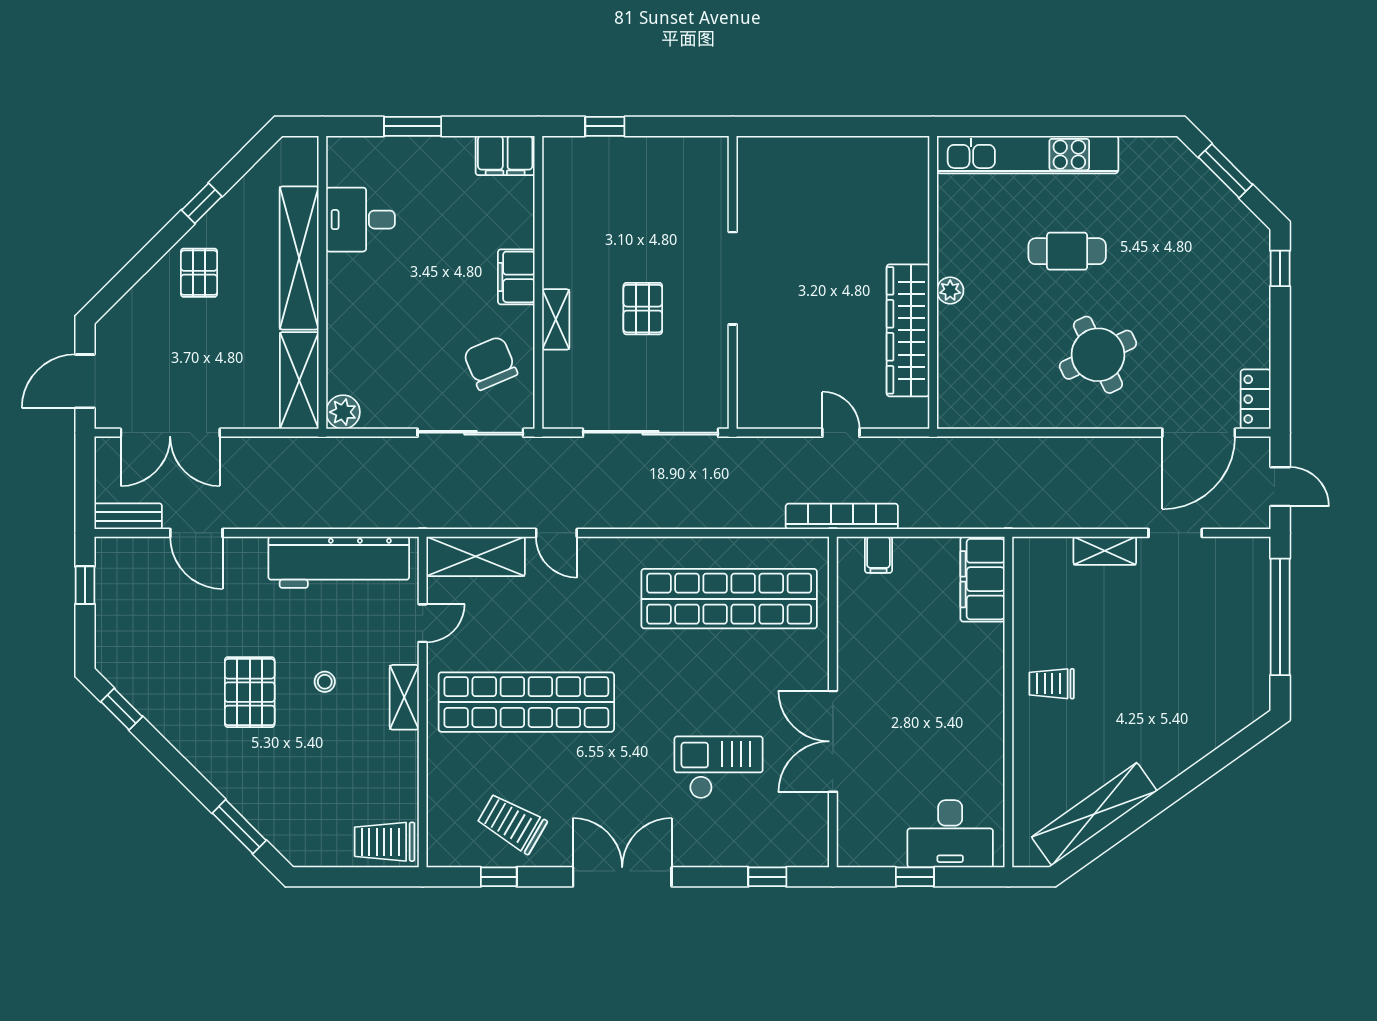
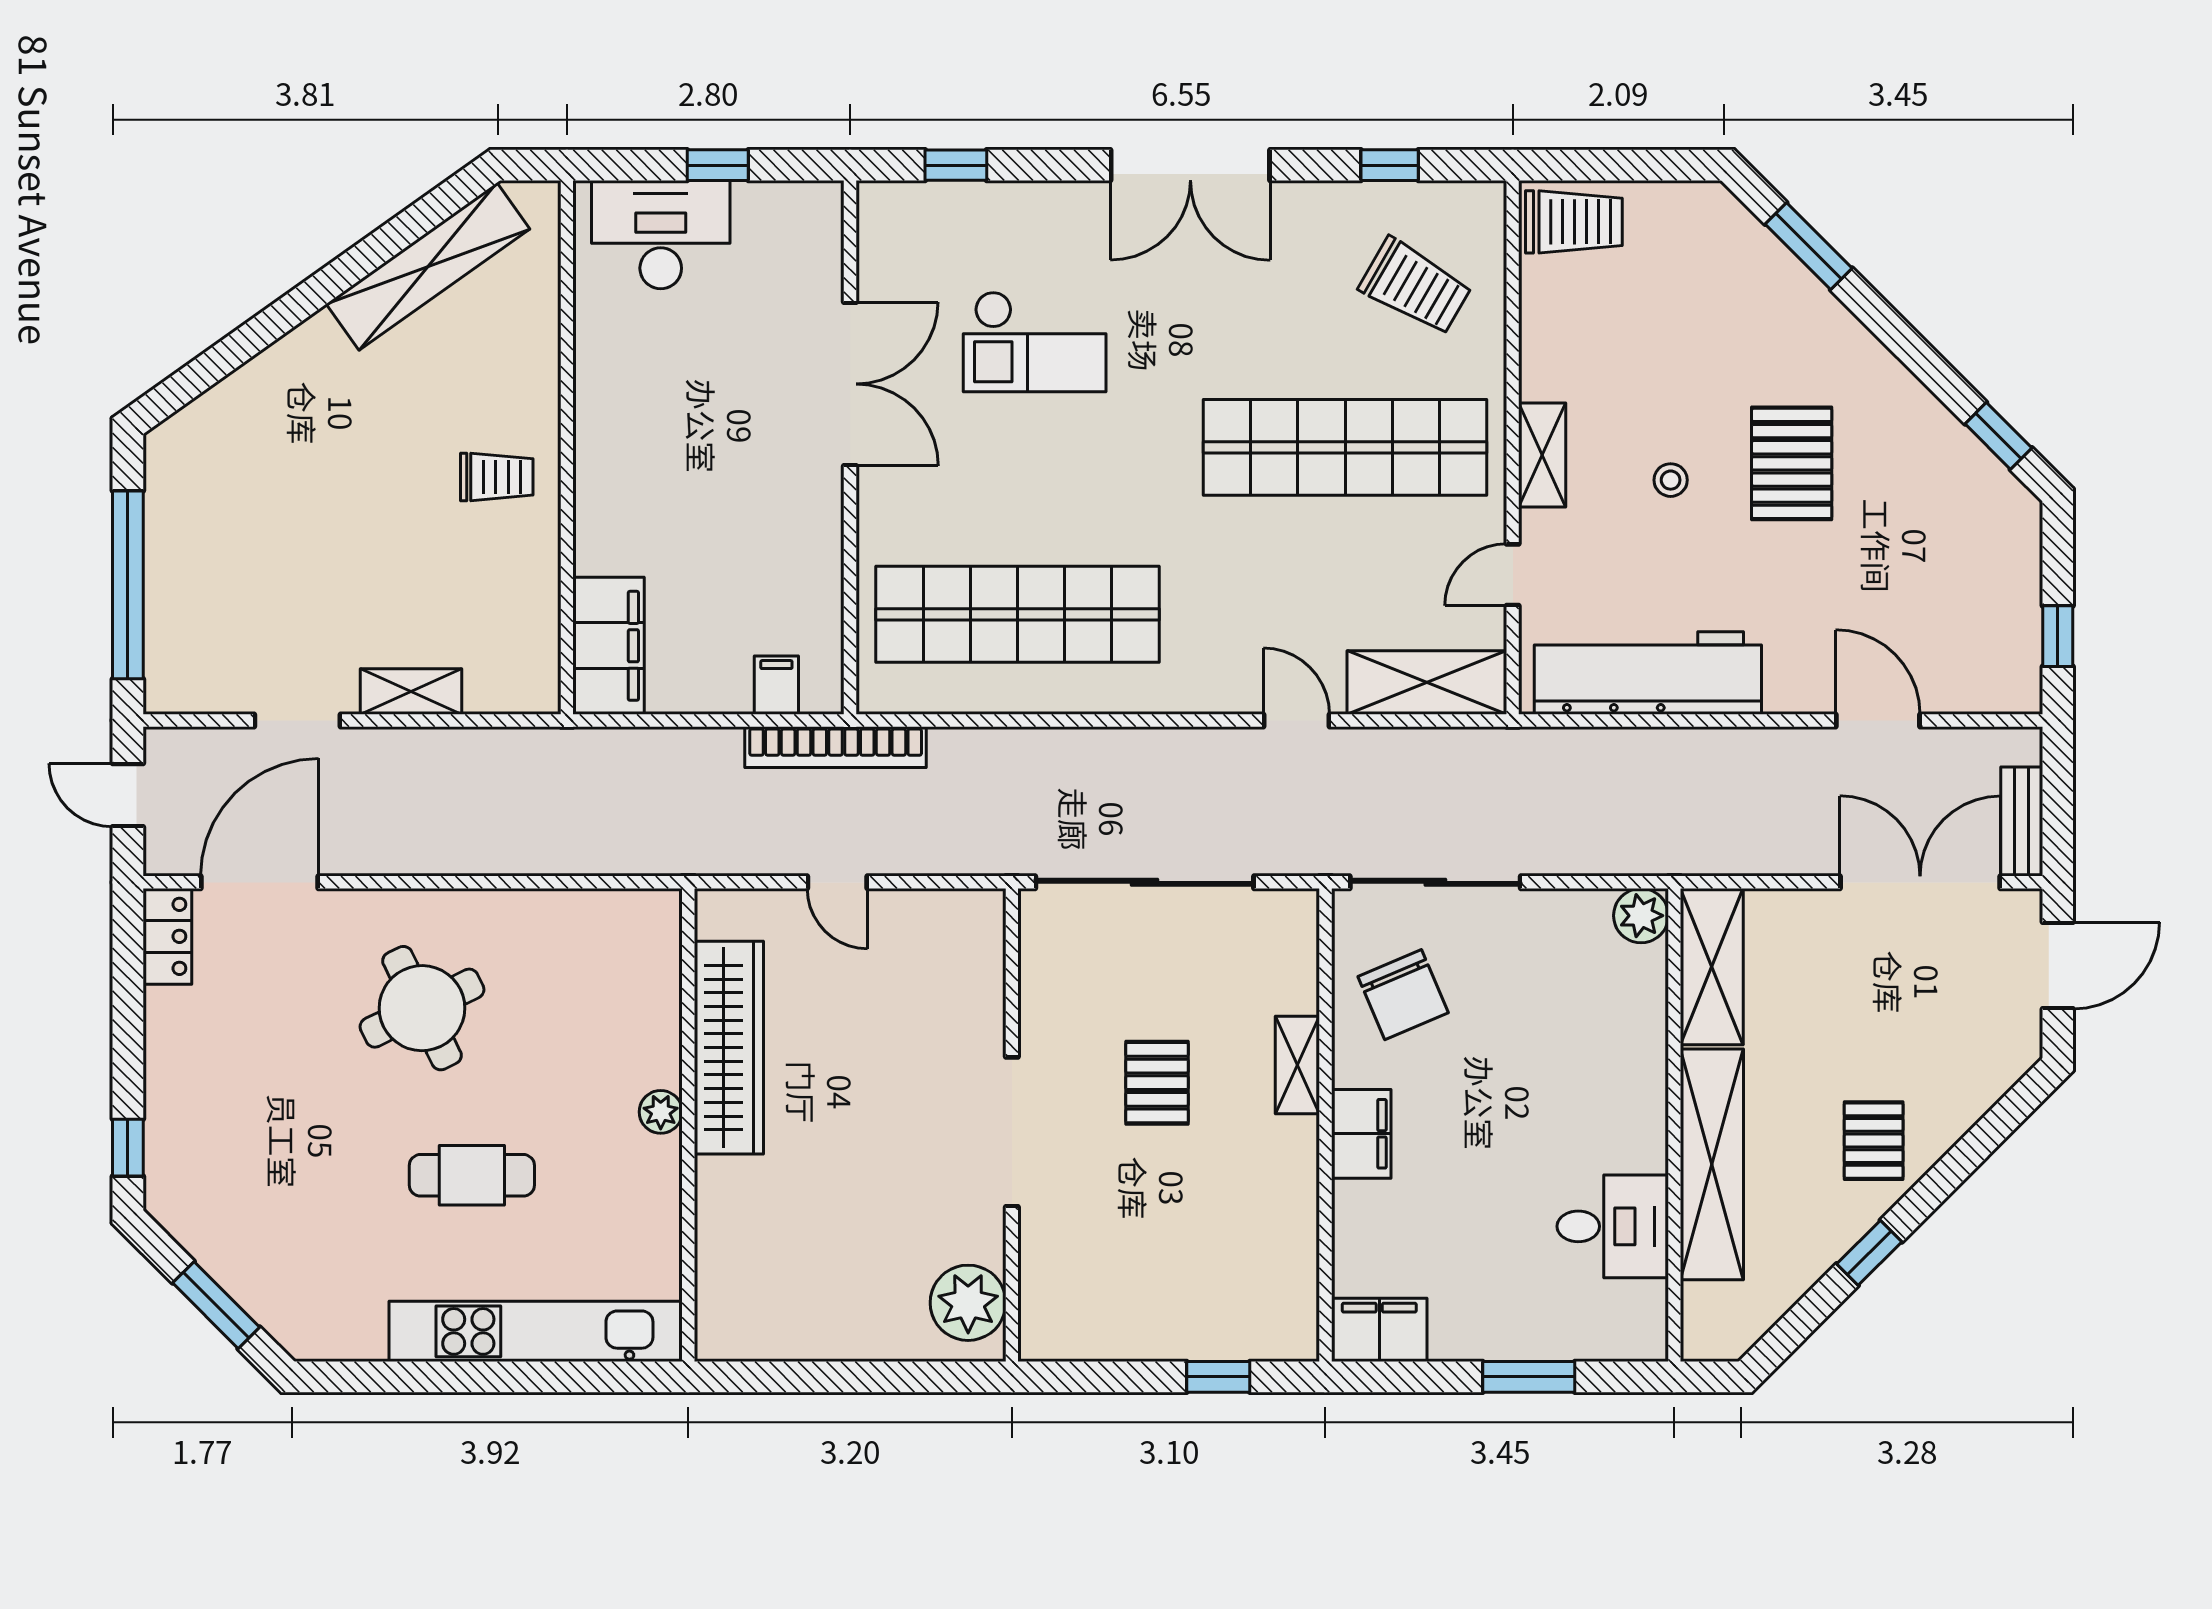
plant: (760, 172) -> (968, 1303), added
bench: (128, 516) -> (2022, 822), moved, turned 90
trolley: (512, 823) -> (1415, 286), moved

